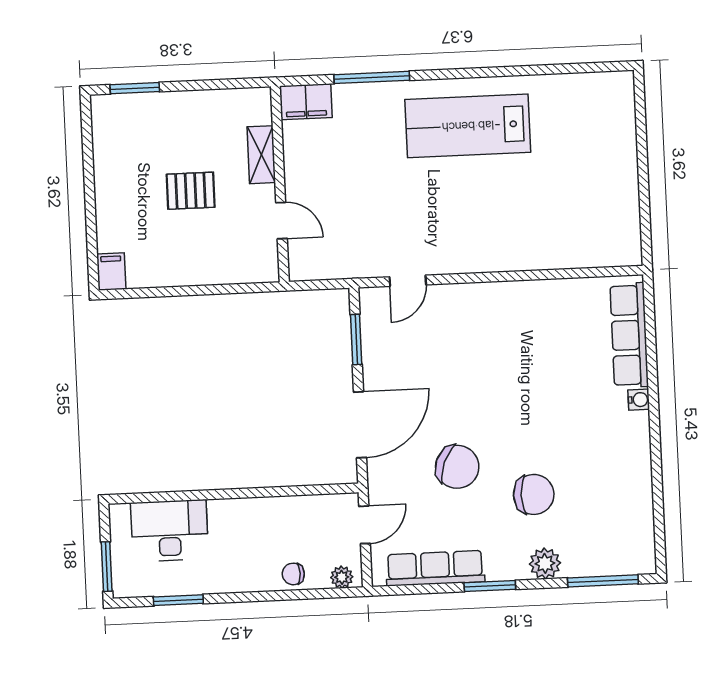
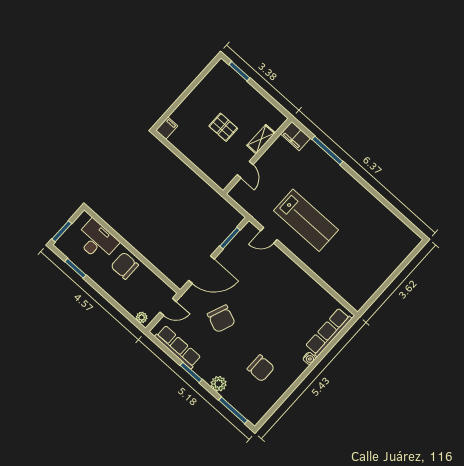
lab bench: (468, 126) -> (306, 220), moved, turned 180
chair: (534, 494) -> (261, 368), moved
chair: (293, 574) -> (125, 266), moved, width x1.87, depth x1.87

